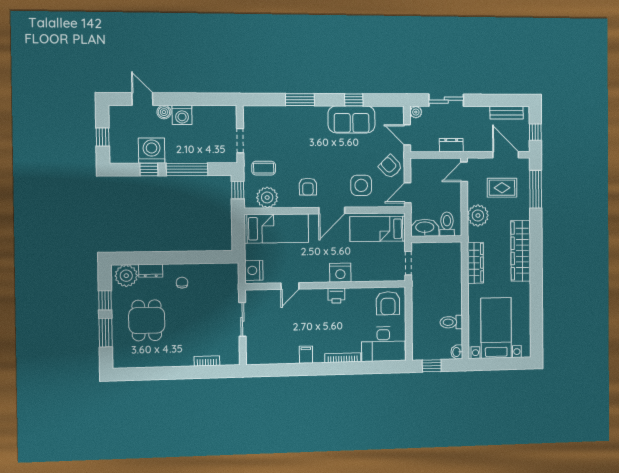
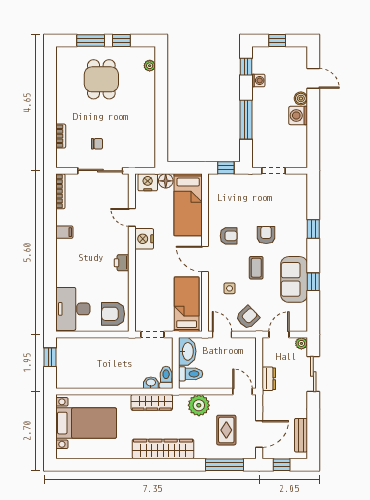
door: (142, 99) -> (313, 78), hinge flipped
window: (300, 100) -> (313, 229), width x0.67
armchair: (307, 148) -> (266, 235), added
washing machine: (152, 151) -> (258, 80), width x0.53, depth x0.53
coffee table: (264, 168) -> (256, 268), moved
window: (149, 170) -> (246, 67), moved
side table: (361, 185) -> (230, 288), width x0.54, depth x0.54
armchair: (308, 187) -> (229, 236), turned 180
plant: (267, 197) -> (218, 196), removed
floor lamp: (252, 252) -> (166, 181), added
dresser: (151, 271) -> (149, 84), removed
nightstand: (340, 273) -> (144, 239), moved
plant: (126, 276) -> (150, 66), width x0.53, depth x0.53
chair: (182, 283) -> (97, 144), moved
sliding door: (242, 319) -> (100, 171), width x1.37
dining table: (147, 320) -> (101, 79), turned 90
toilet: (451, 322) -> (166, 377), moved
washbasin: (457, 352) -> (151, 383), moved
bookcase: (343, 358) -> (60, 191), moved

